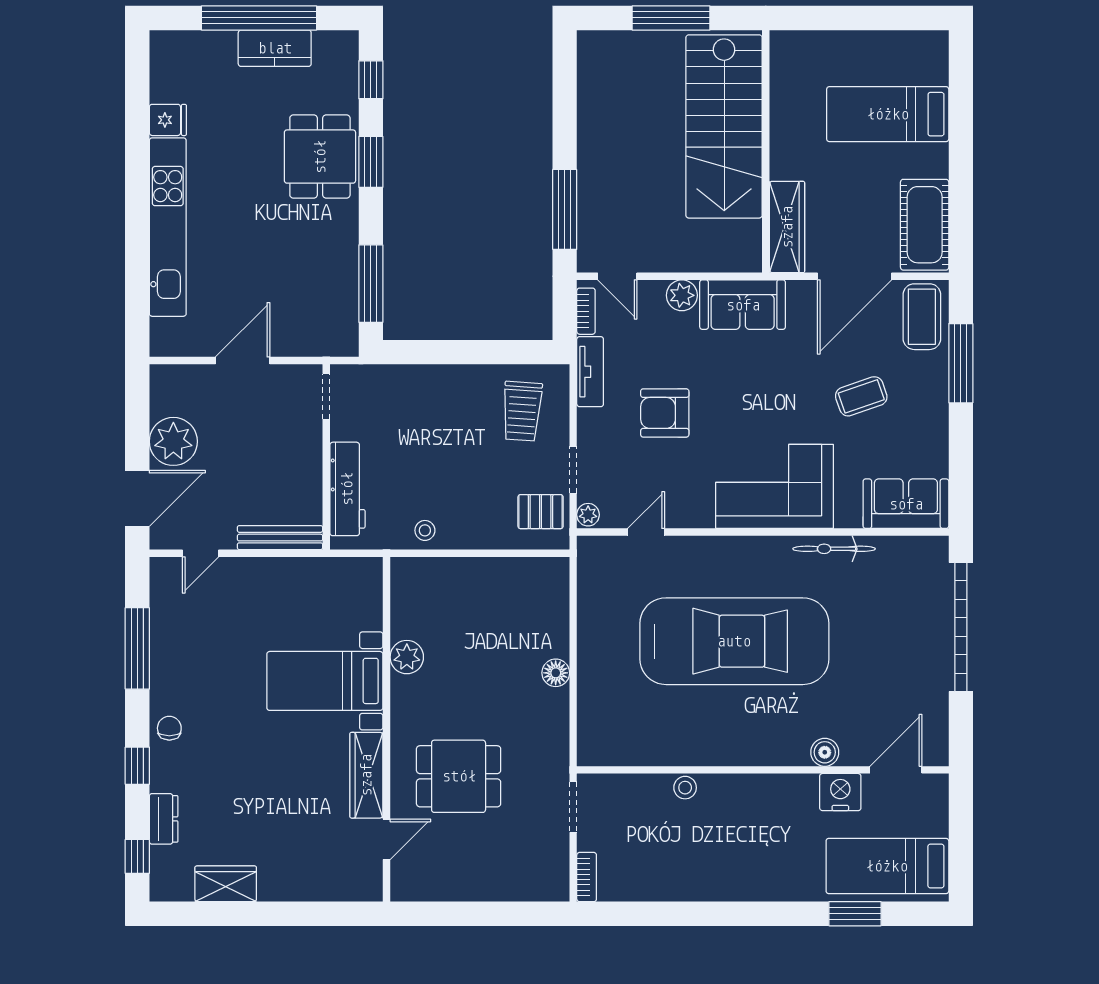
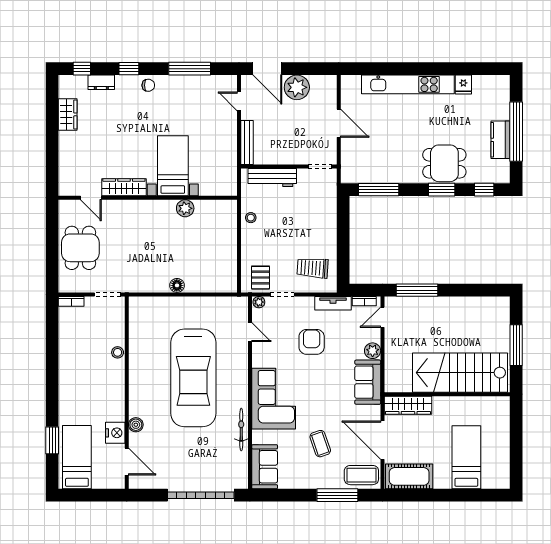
dining table: (459, 776) -> (80, 248), moved

